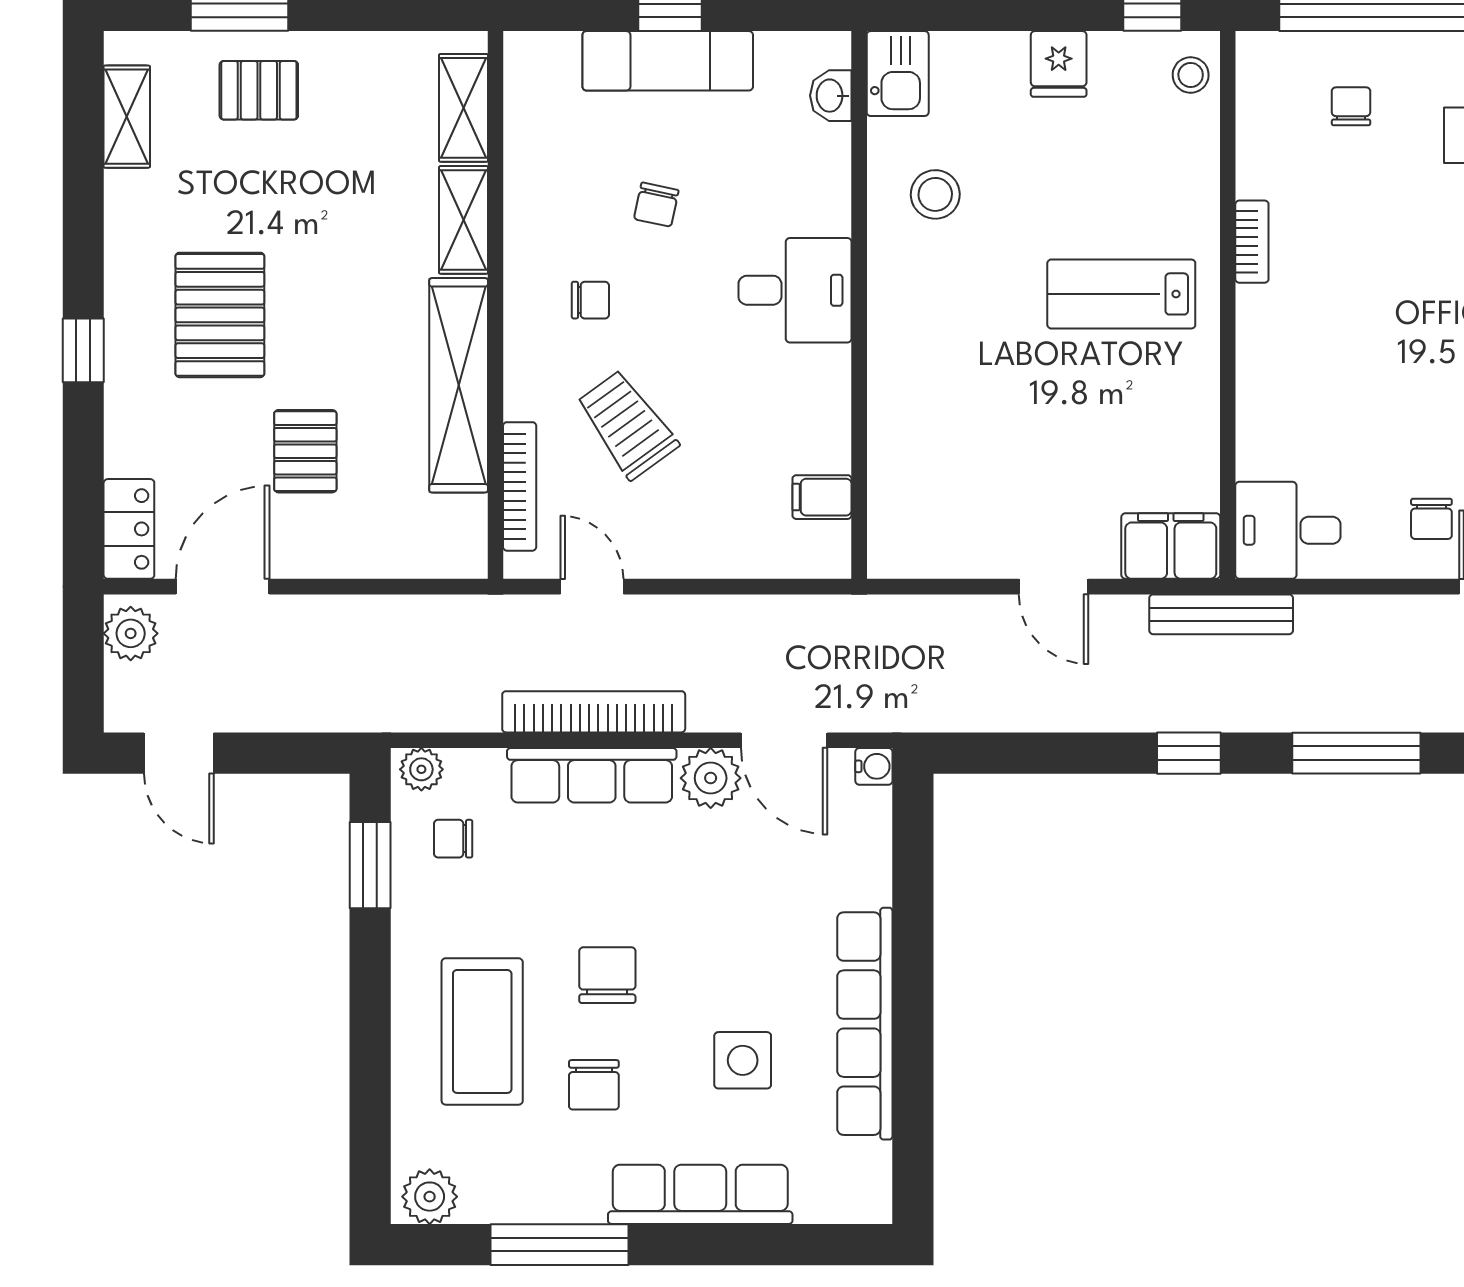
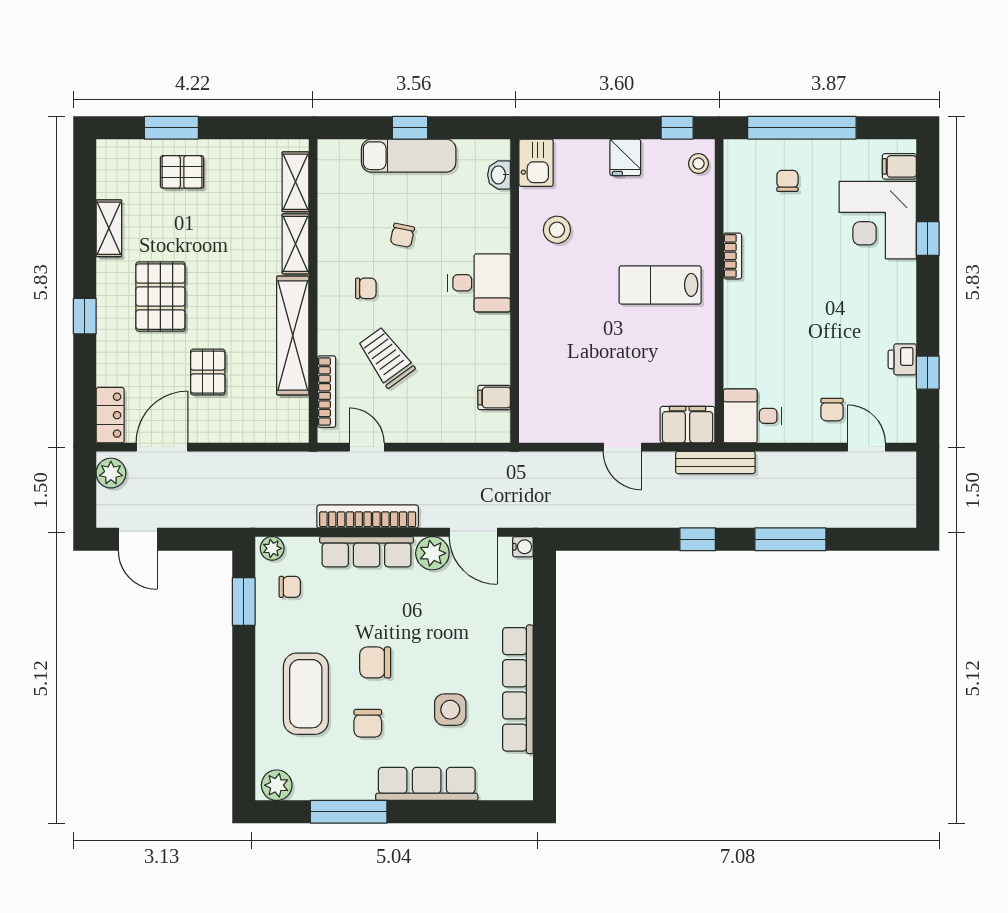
shelving: (127, 117) -> (109, 228), moved
chair: (453, 839) -> (290, 587), turned 180
chair: (607, 975) -> (375, 662), turned -90

